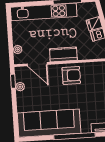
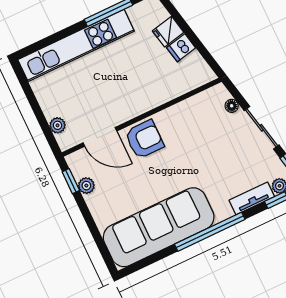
kitchen counter: (63, 54) -> (137, 103), removed
armchair: (71, 75) -> (144, 139), moved

